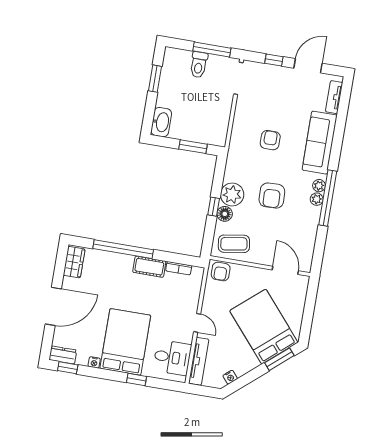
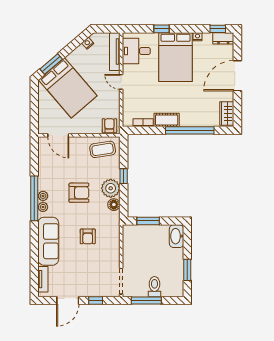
armchair: (272, 196) -> (79, 193), turned 92
floor lamp: (225, 214) -> (114, 205), moved

